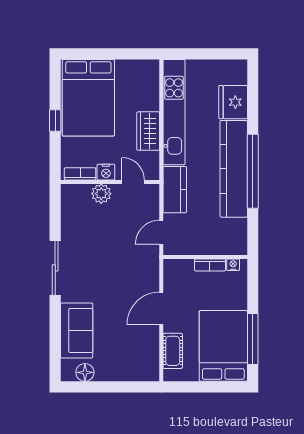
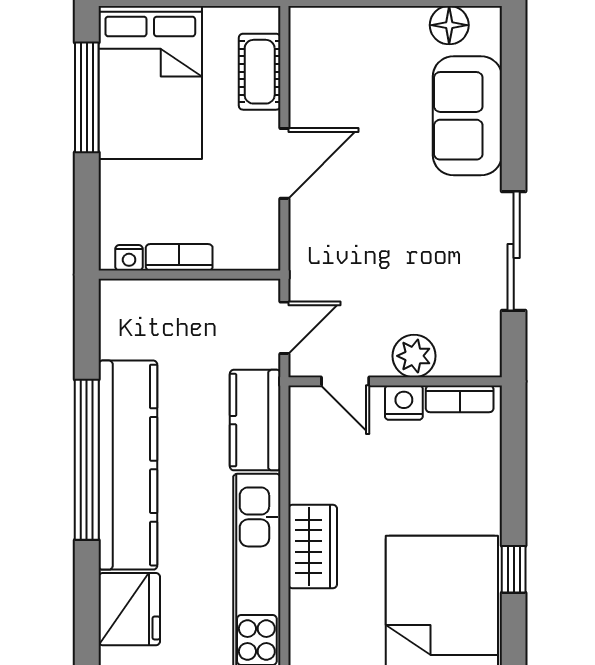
nightstand: (106, 172) -> (404, 403), moved
bookcase: (80, 174) -> (460, 399), moved
wall: (110, 182) -> (395, 381), moved
door: (133, 182) -> (345, 381), moved
plant: (101, 194) -> (414, 356), moved

